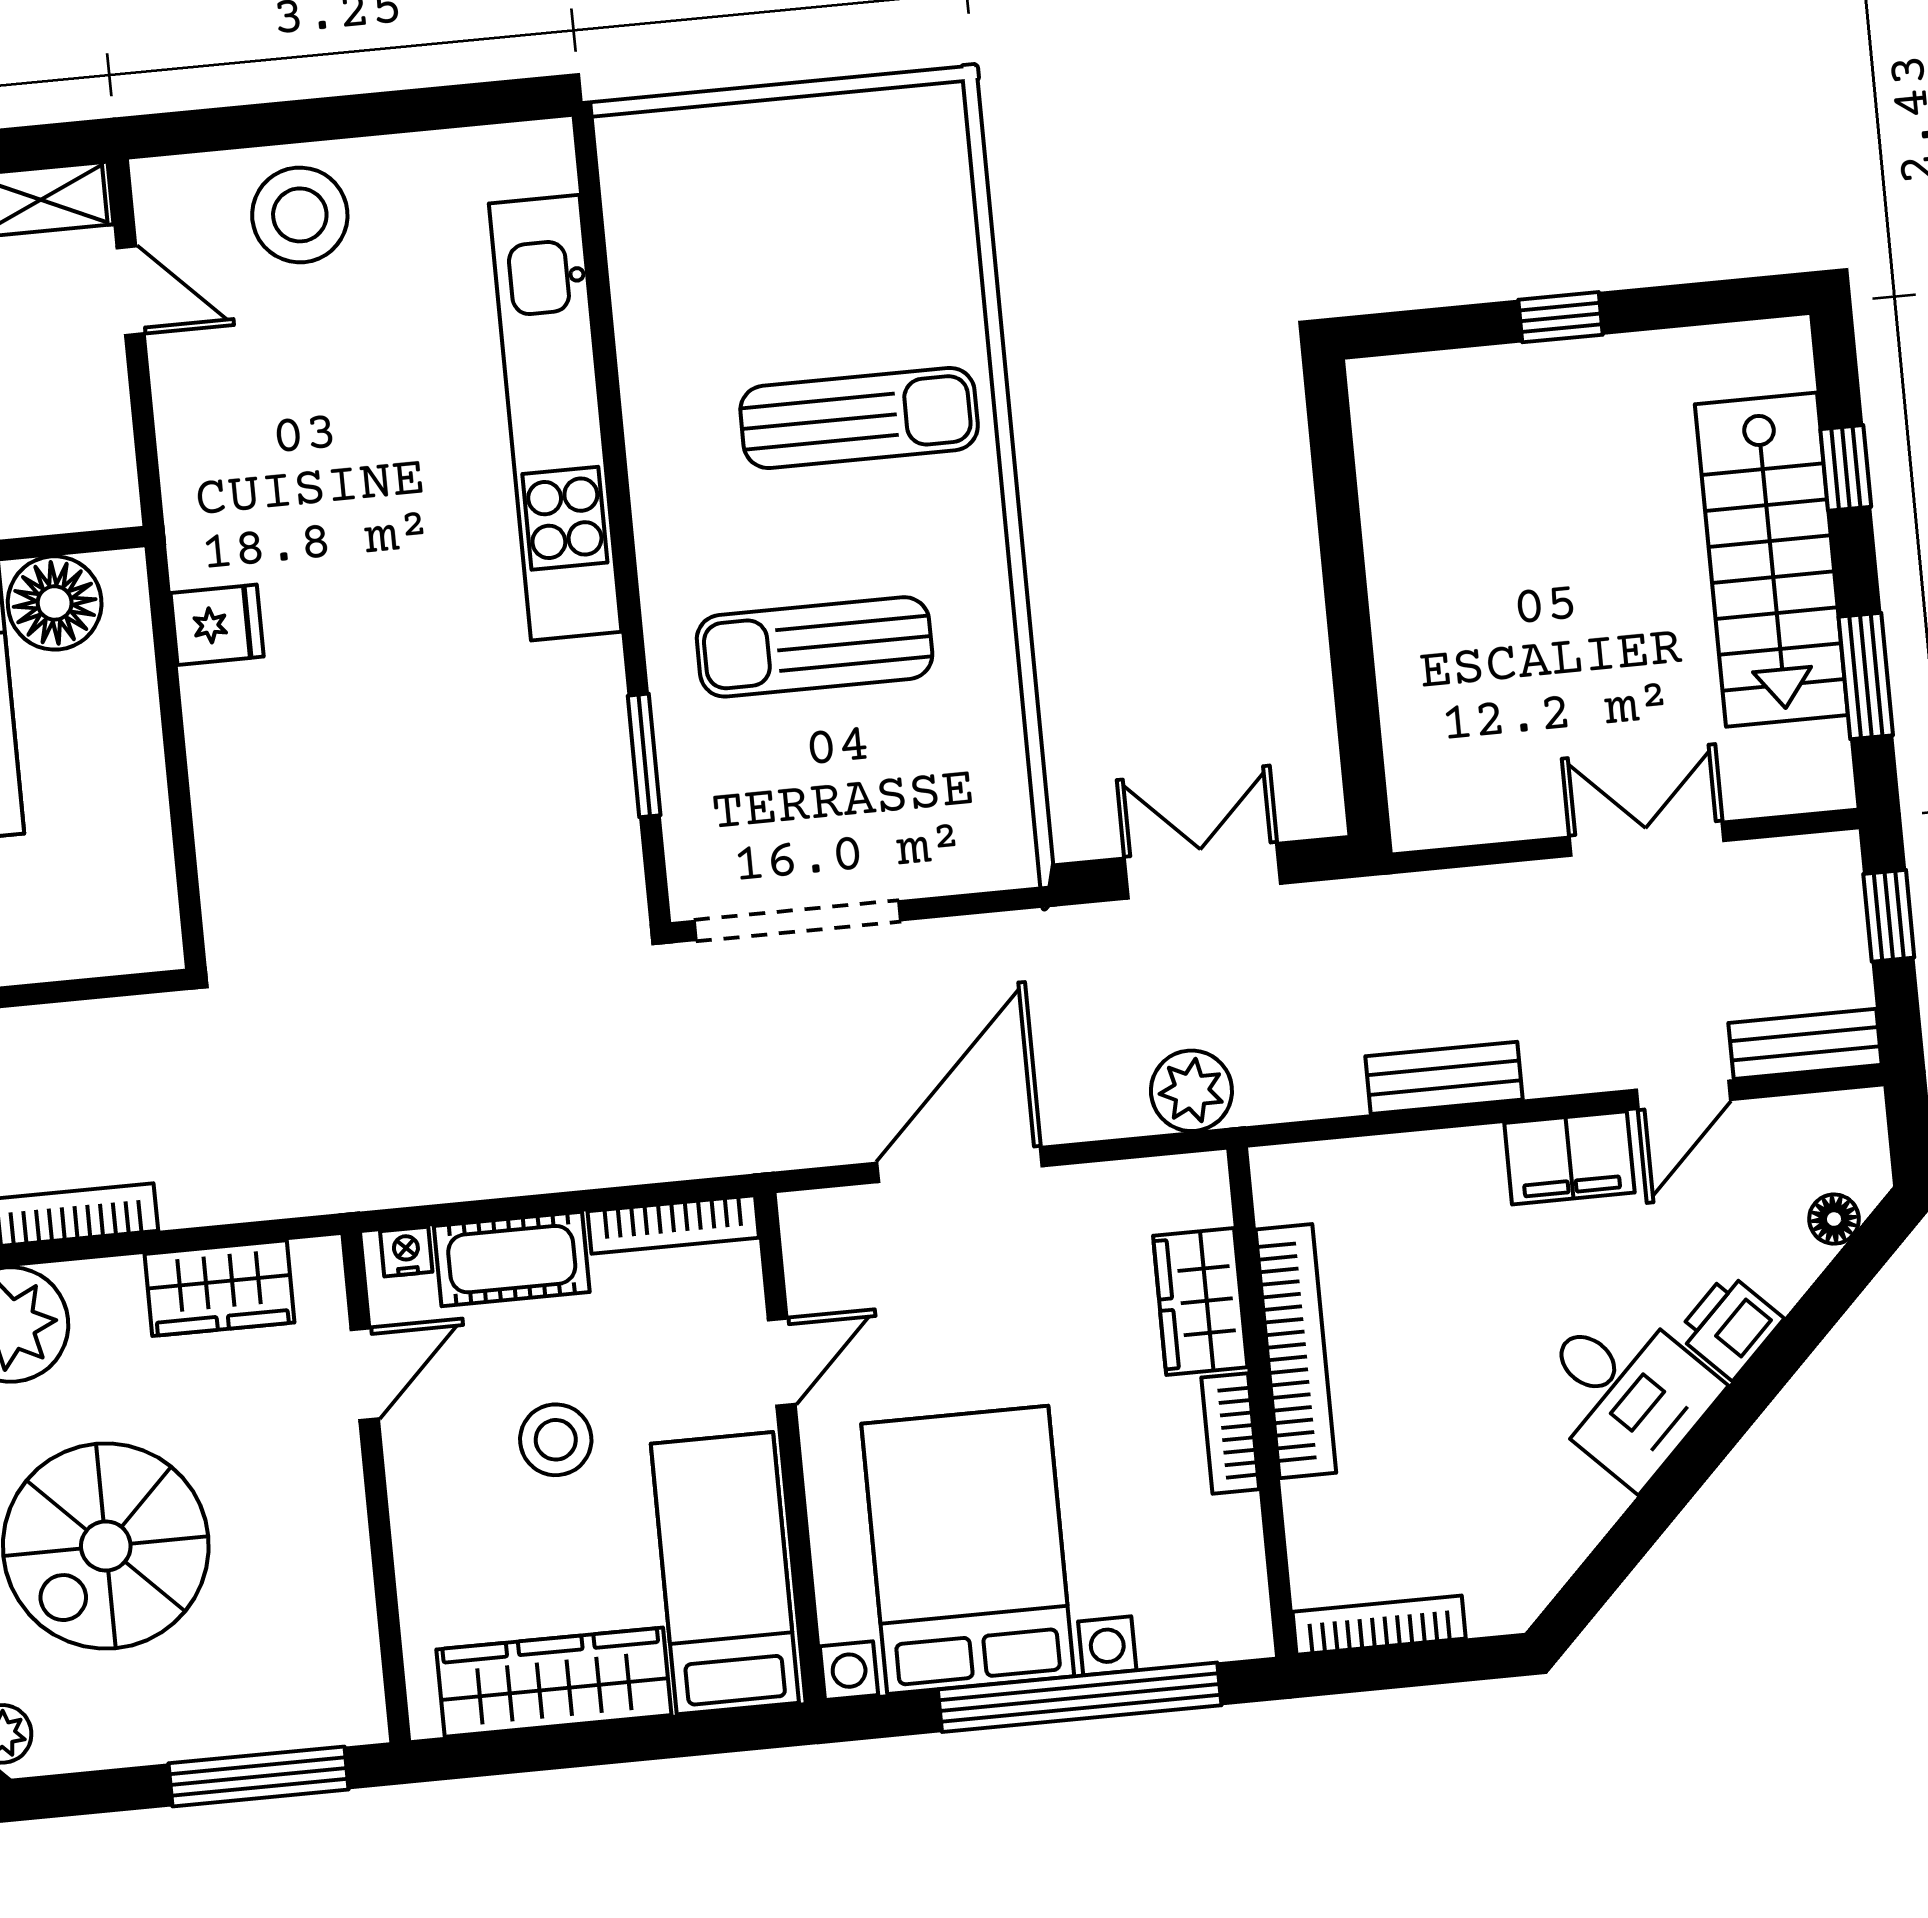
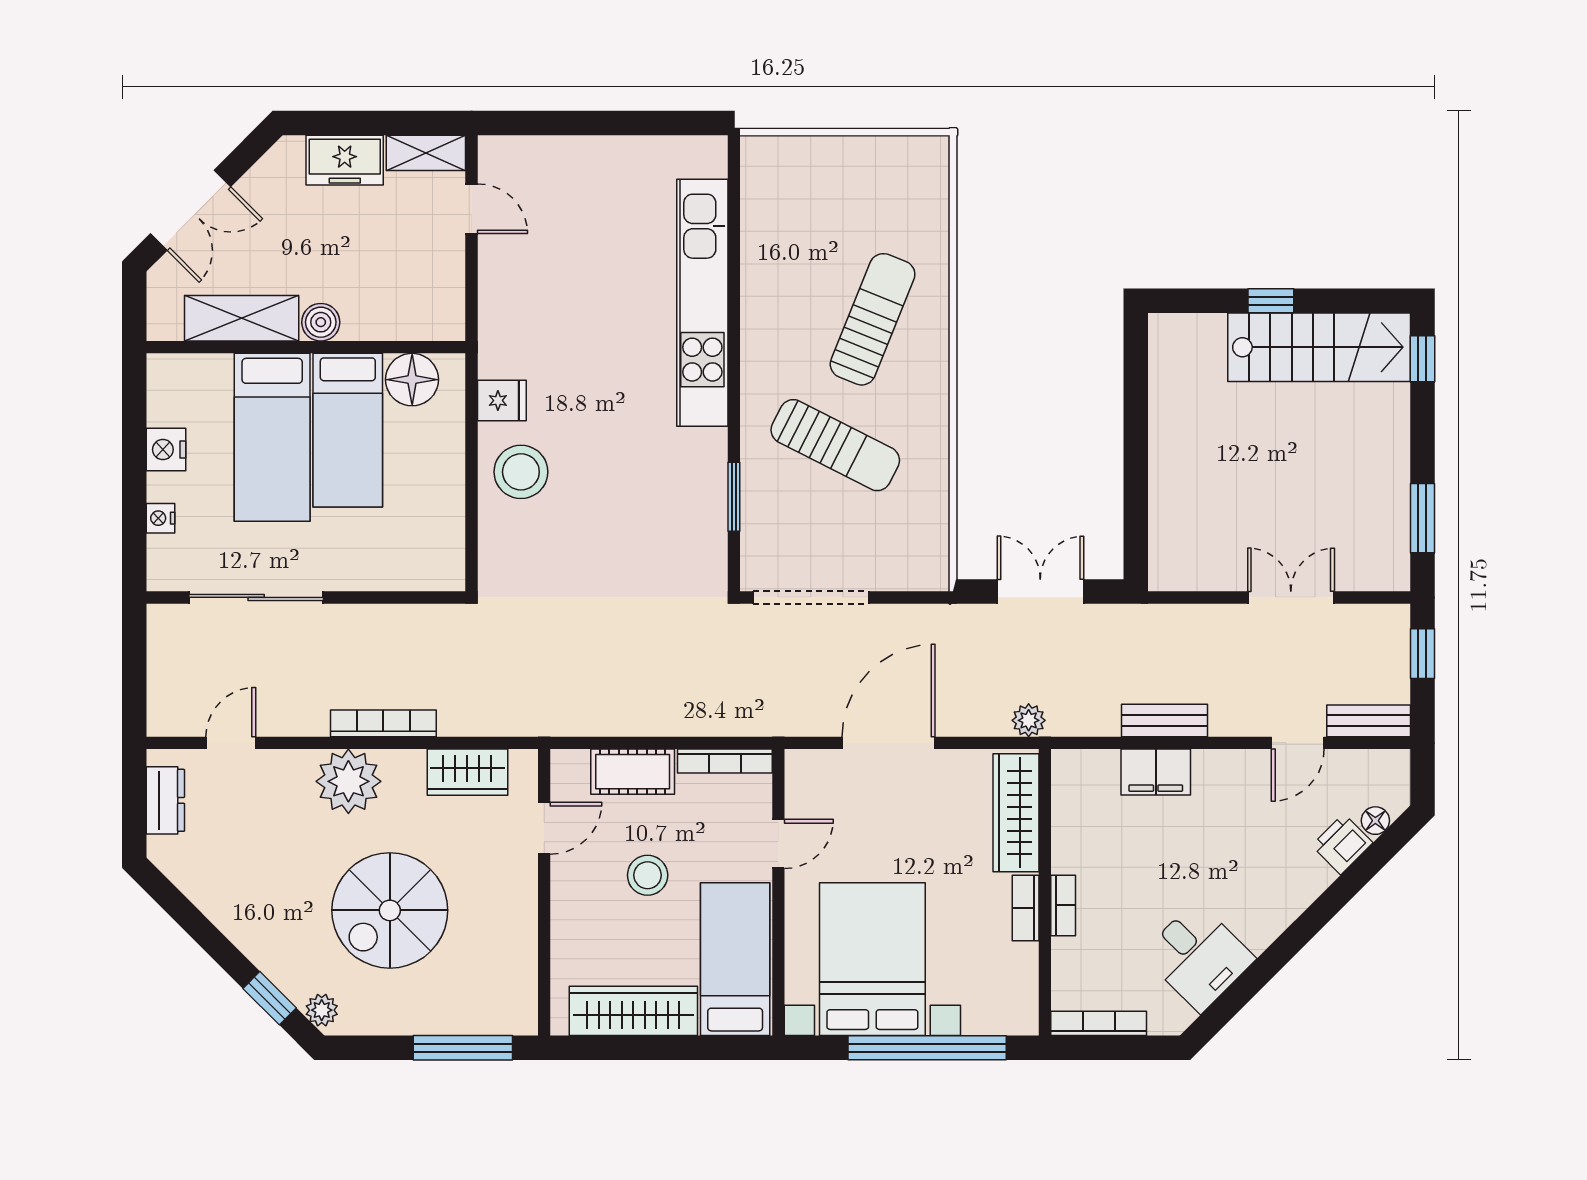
stool: (300, 215) -> (521, 472), moved
sun lounger: (859, 418) -> (873, 319), turned -68
window: (1846, 468) -> (1422, 359), moved
stairs: (1771, 560) -> (1319, 347), moved, turned -90
sun lounger: (815, 647) -> (835, 445), turned -153
plant: (1191, 1091) -> (1029, 720), width x0.73, depth x0.73
filing cabinet: (1569, 1158) -> (1156, 772), moved
nightstand: (406, 1252) -> (574, 762), removed
wardrobe: (1200, 1301) -> (1016, 813), width x1.50
printer: (1730, 1326) -> (1342, 844), moved
bookcase: (1296, 1351) -> (1063, 905), width x0.43, depth x0.76
desk: (1624, 1392) -> (1198, 956), moved

